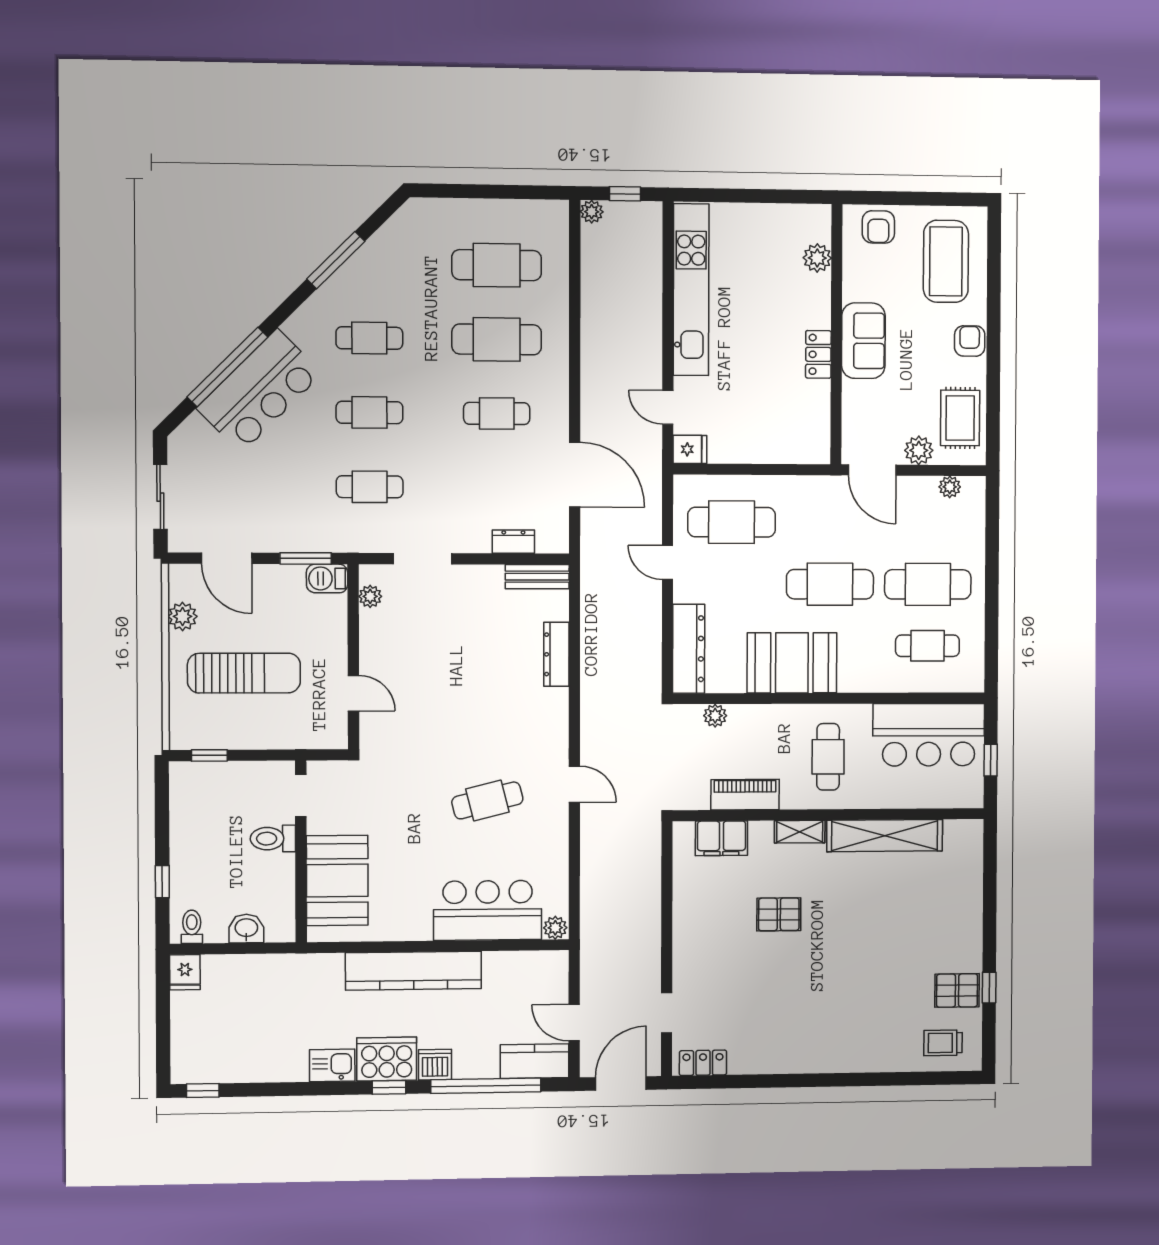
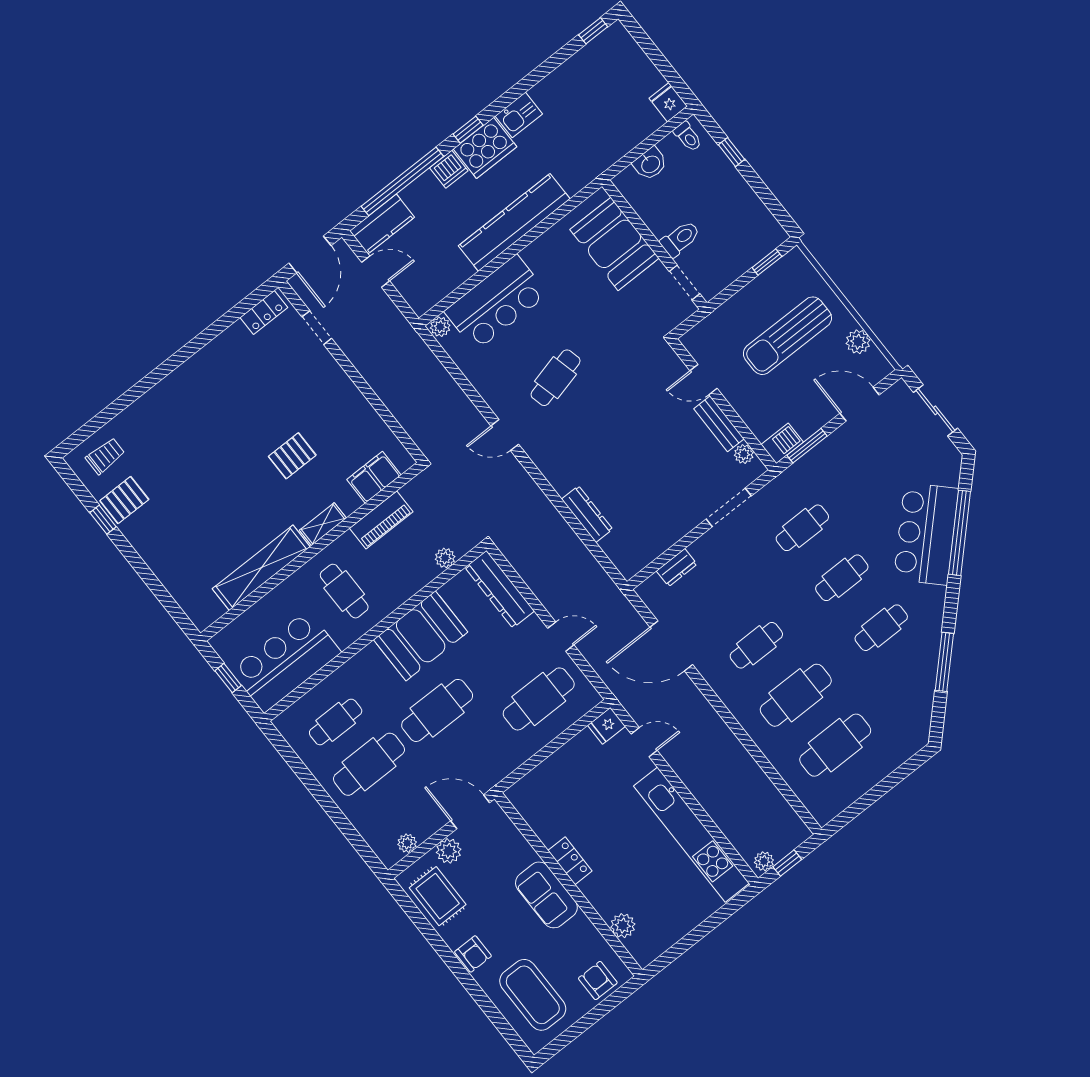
plant: (592, 212) -> (764, 861), moved
bench: (537, 577) -> (719, 424), moved, turned 90

